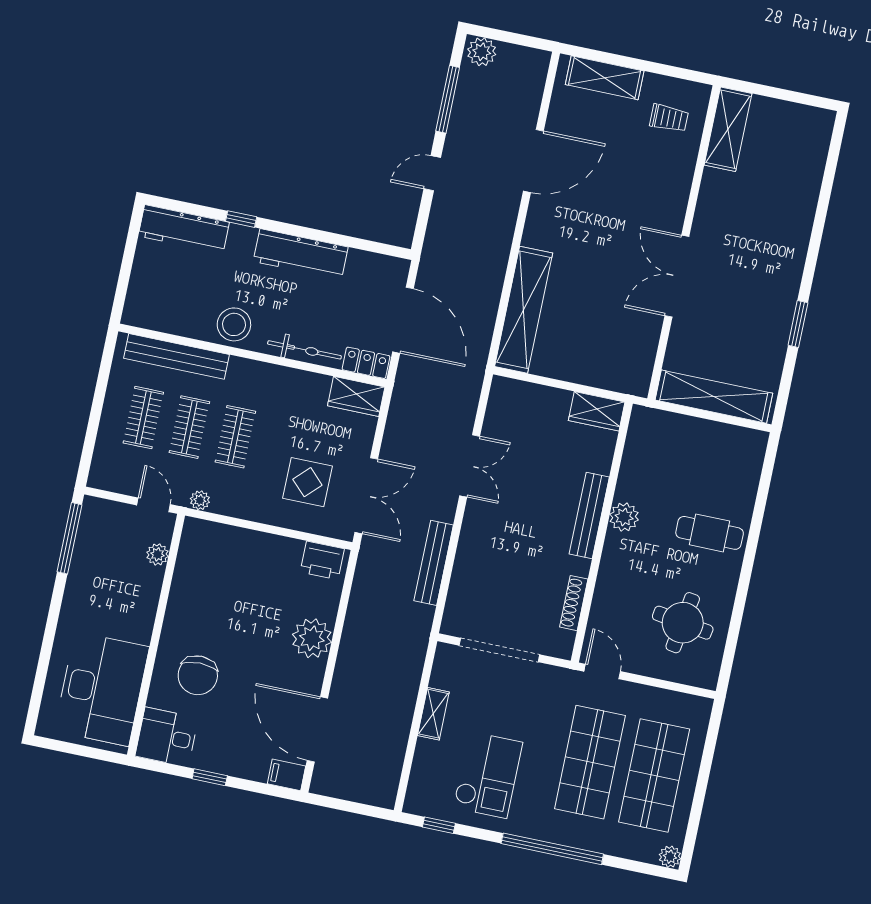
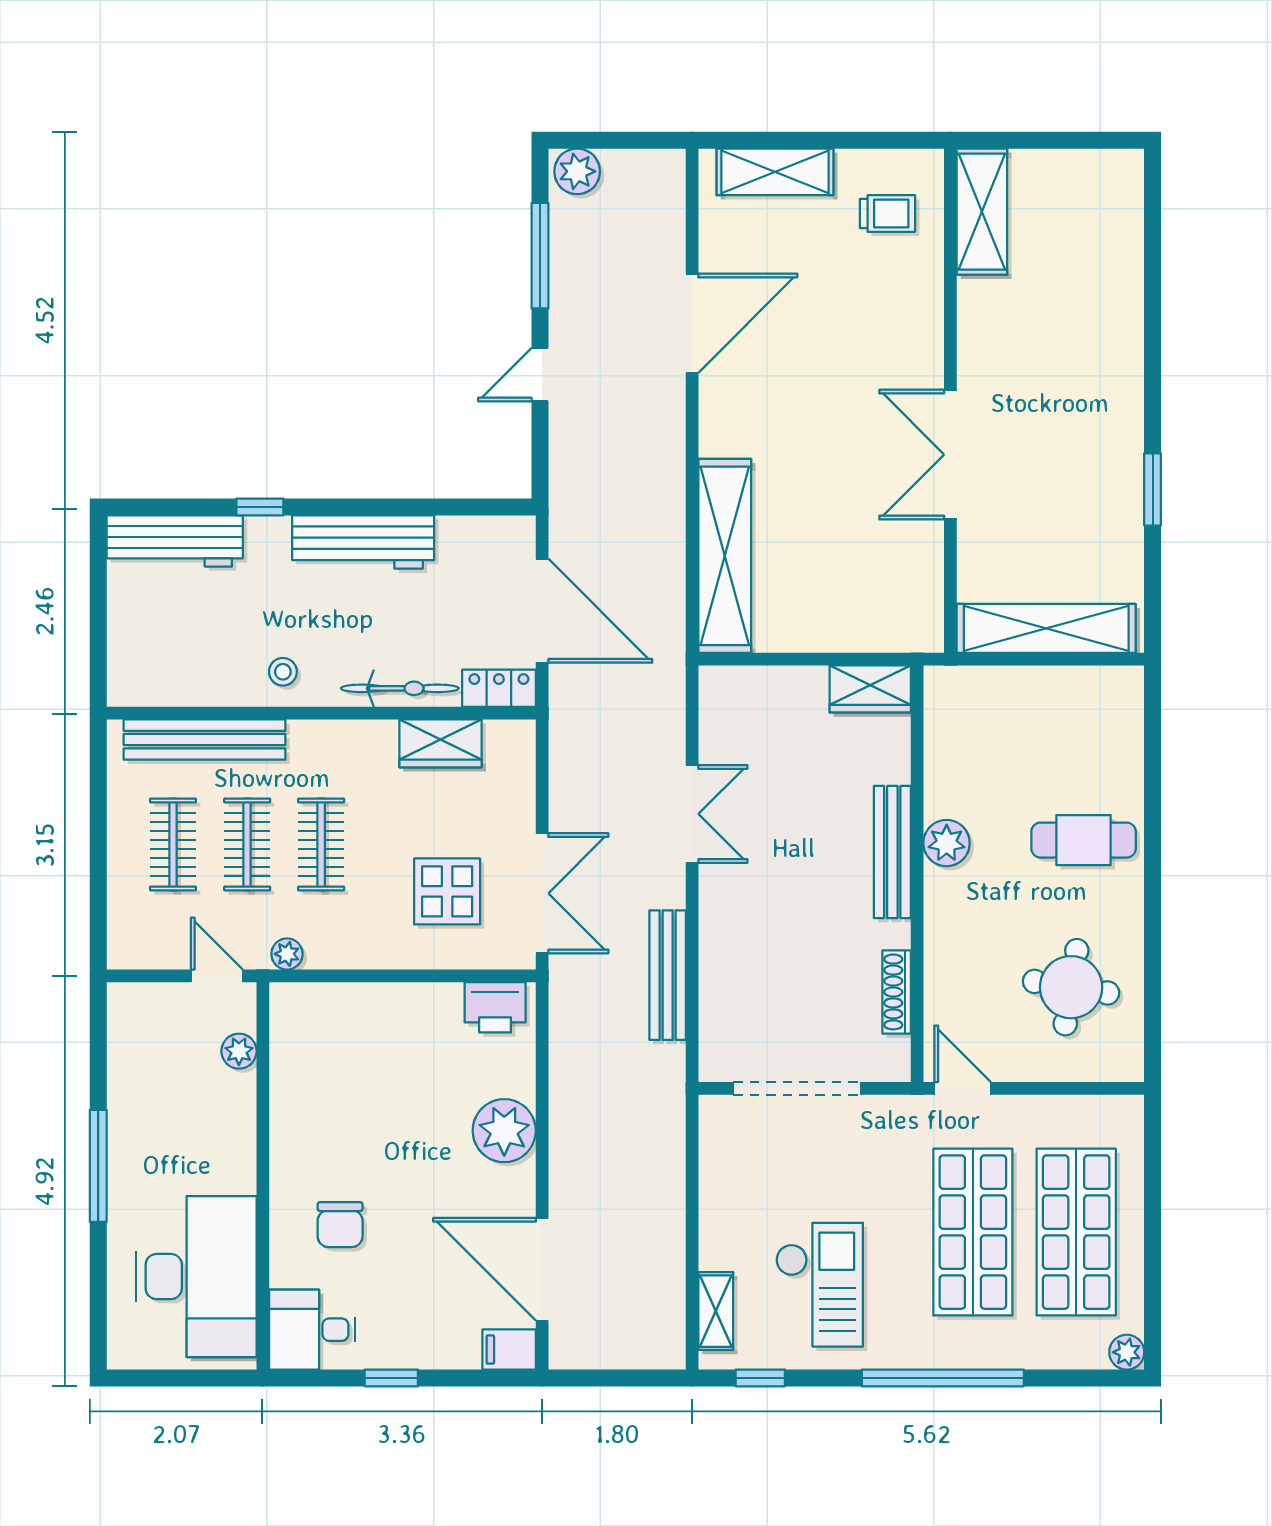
stool: (234, 324) -> (283, 672), width x0.53, depth x0.53
wardrobe: (356, 396) -> (441, 743), moved
window: (70, 538) -> (98, 1166), moved
chair: (198, 675) -> (340, 1225), width x0.73, depth x0.73
shelving: (433, 714) -> (716, 1311), moved

